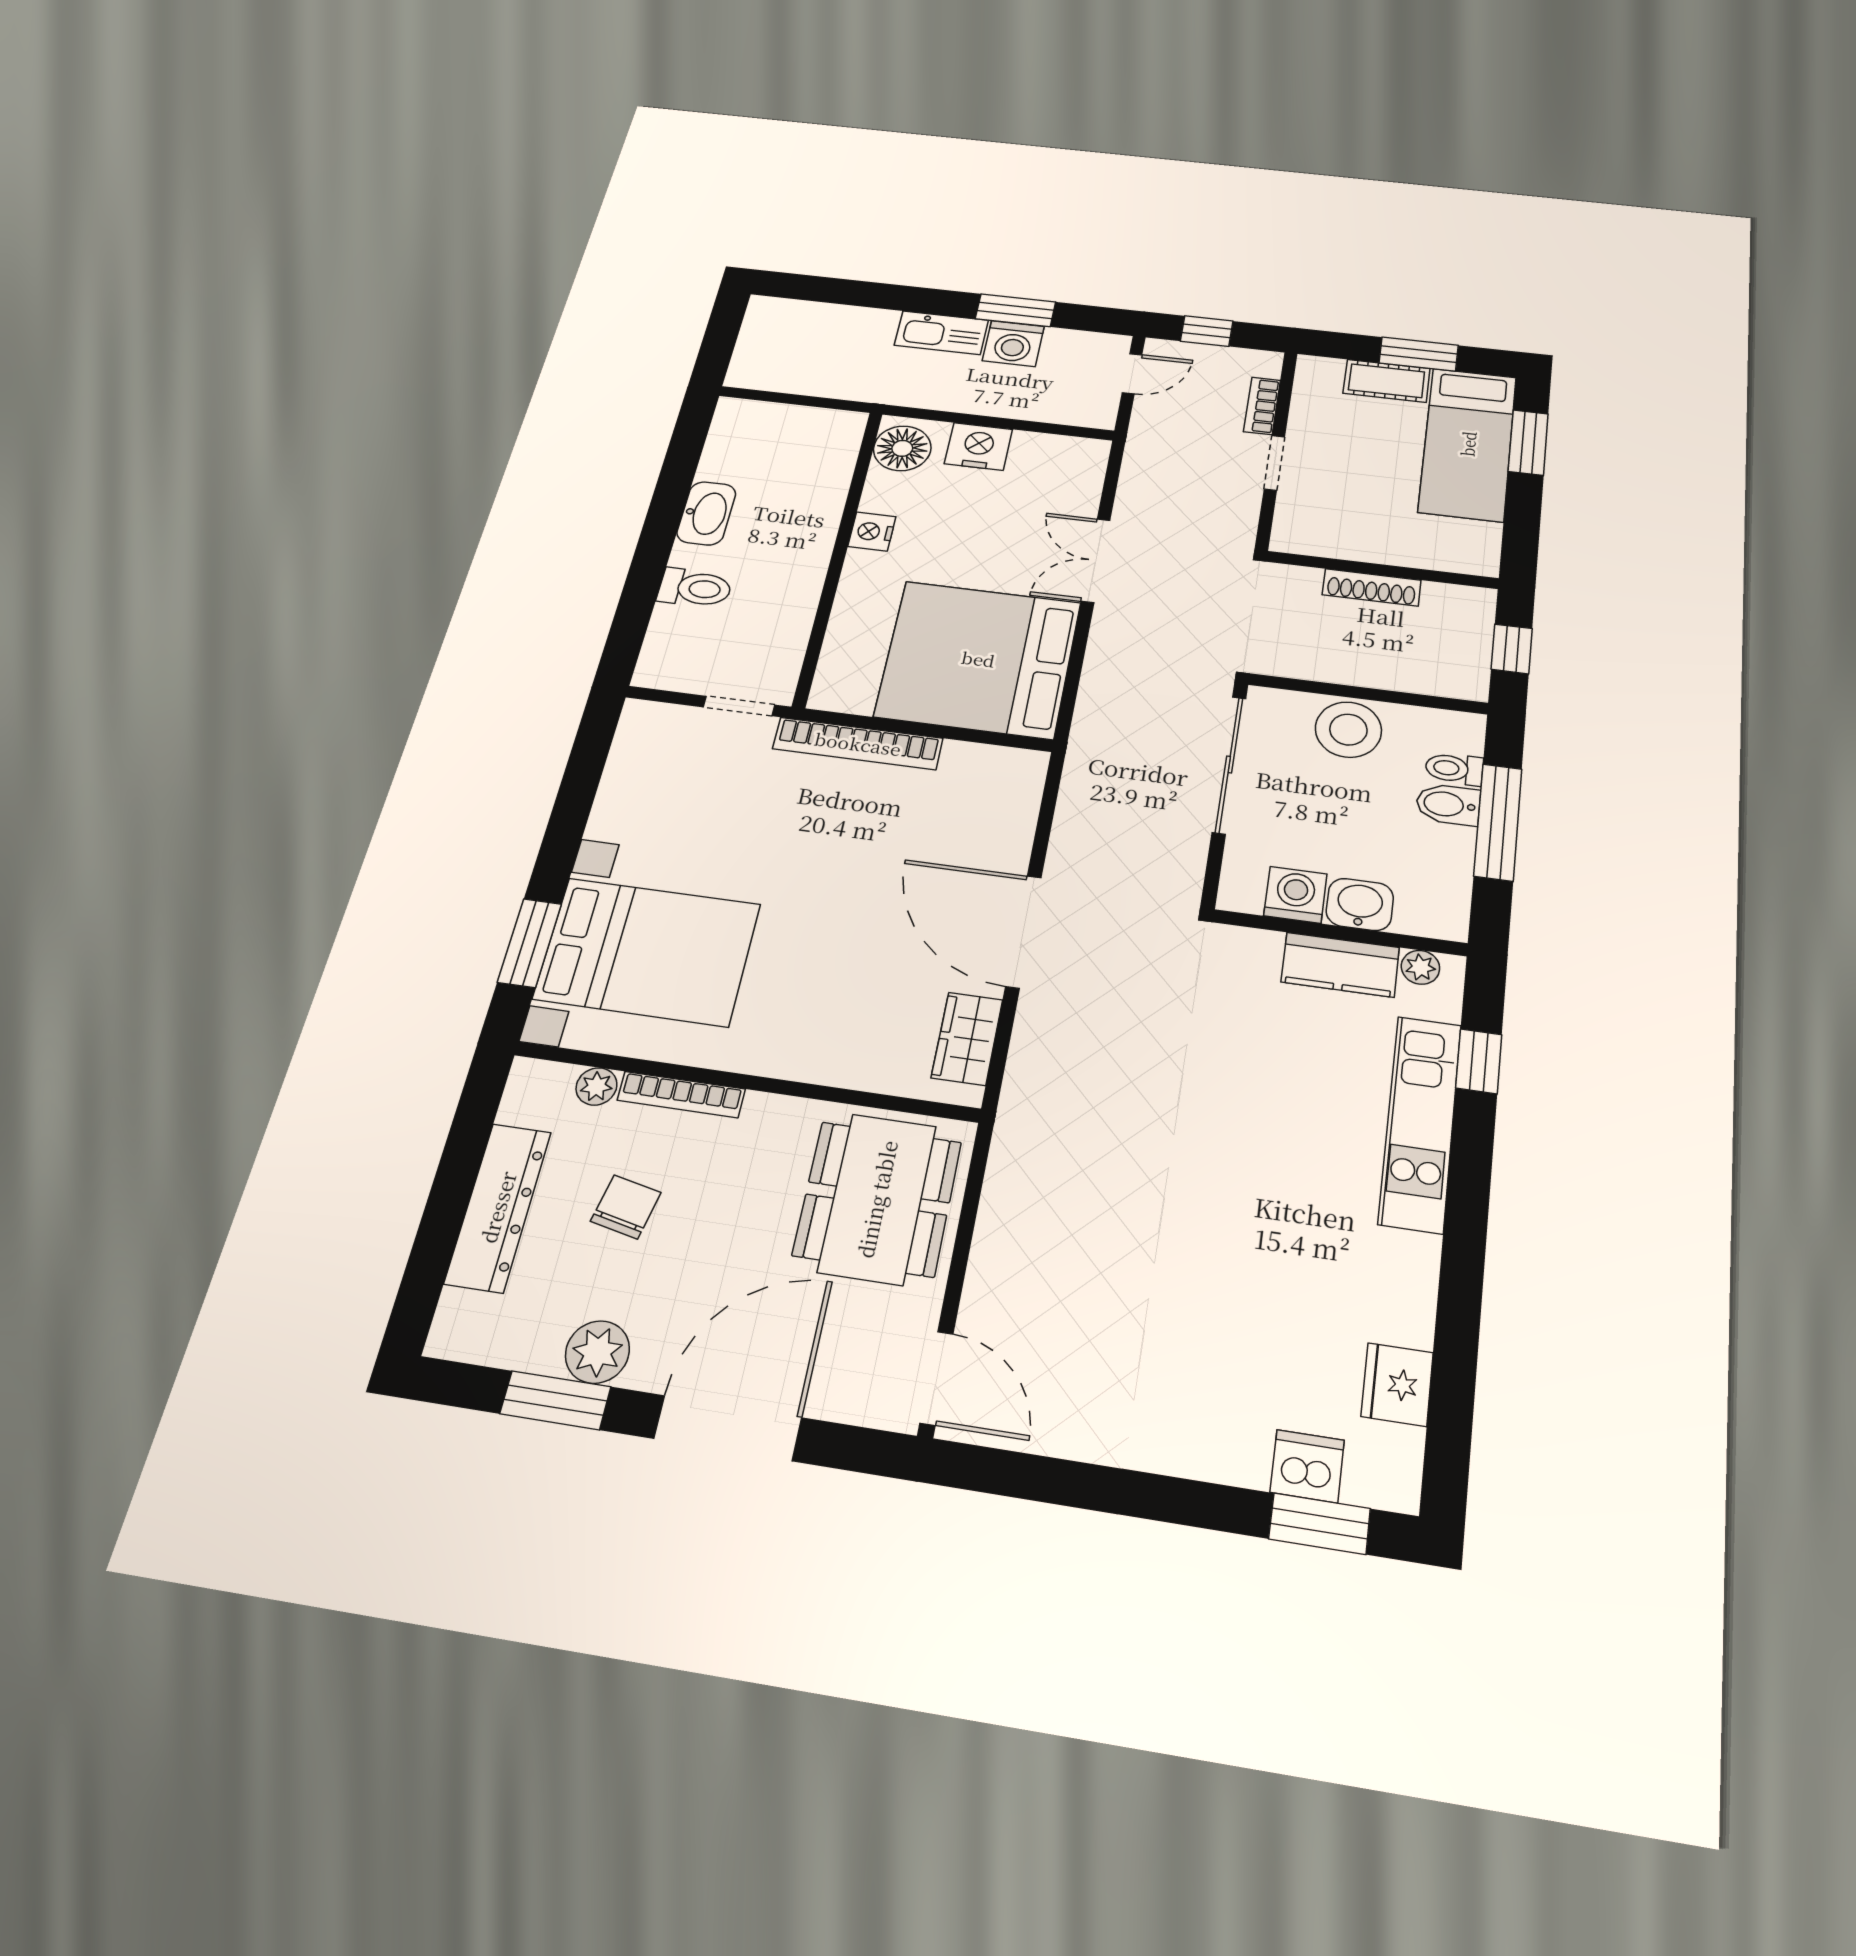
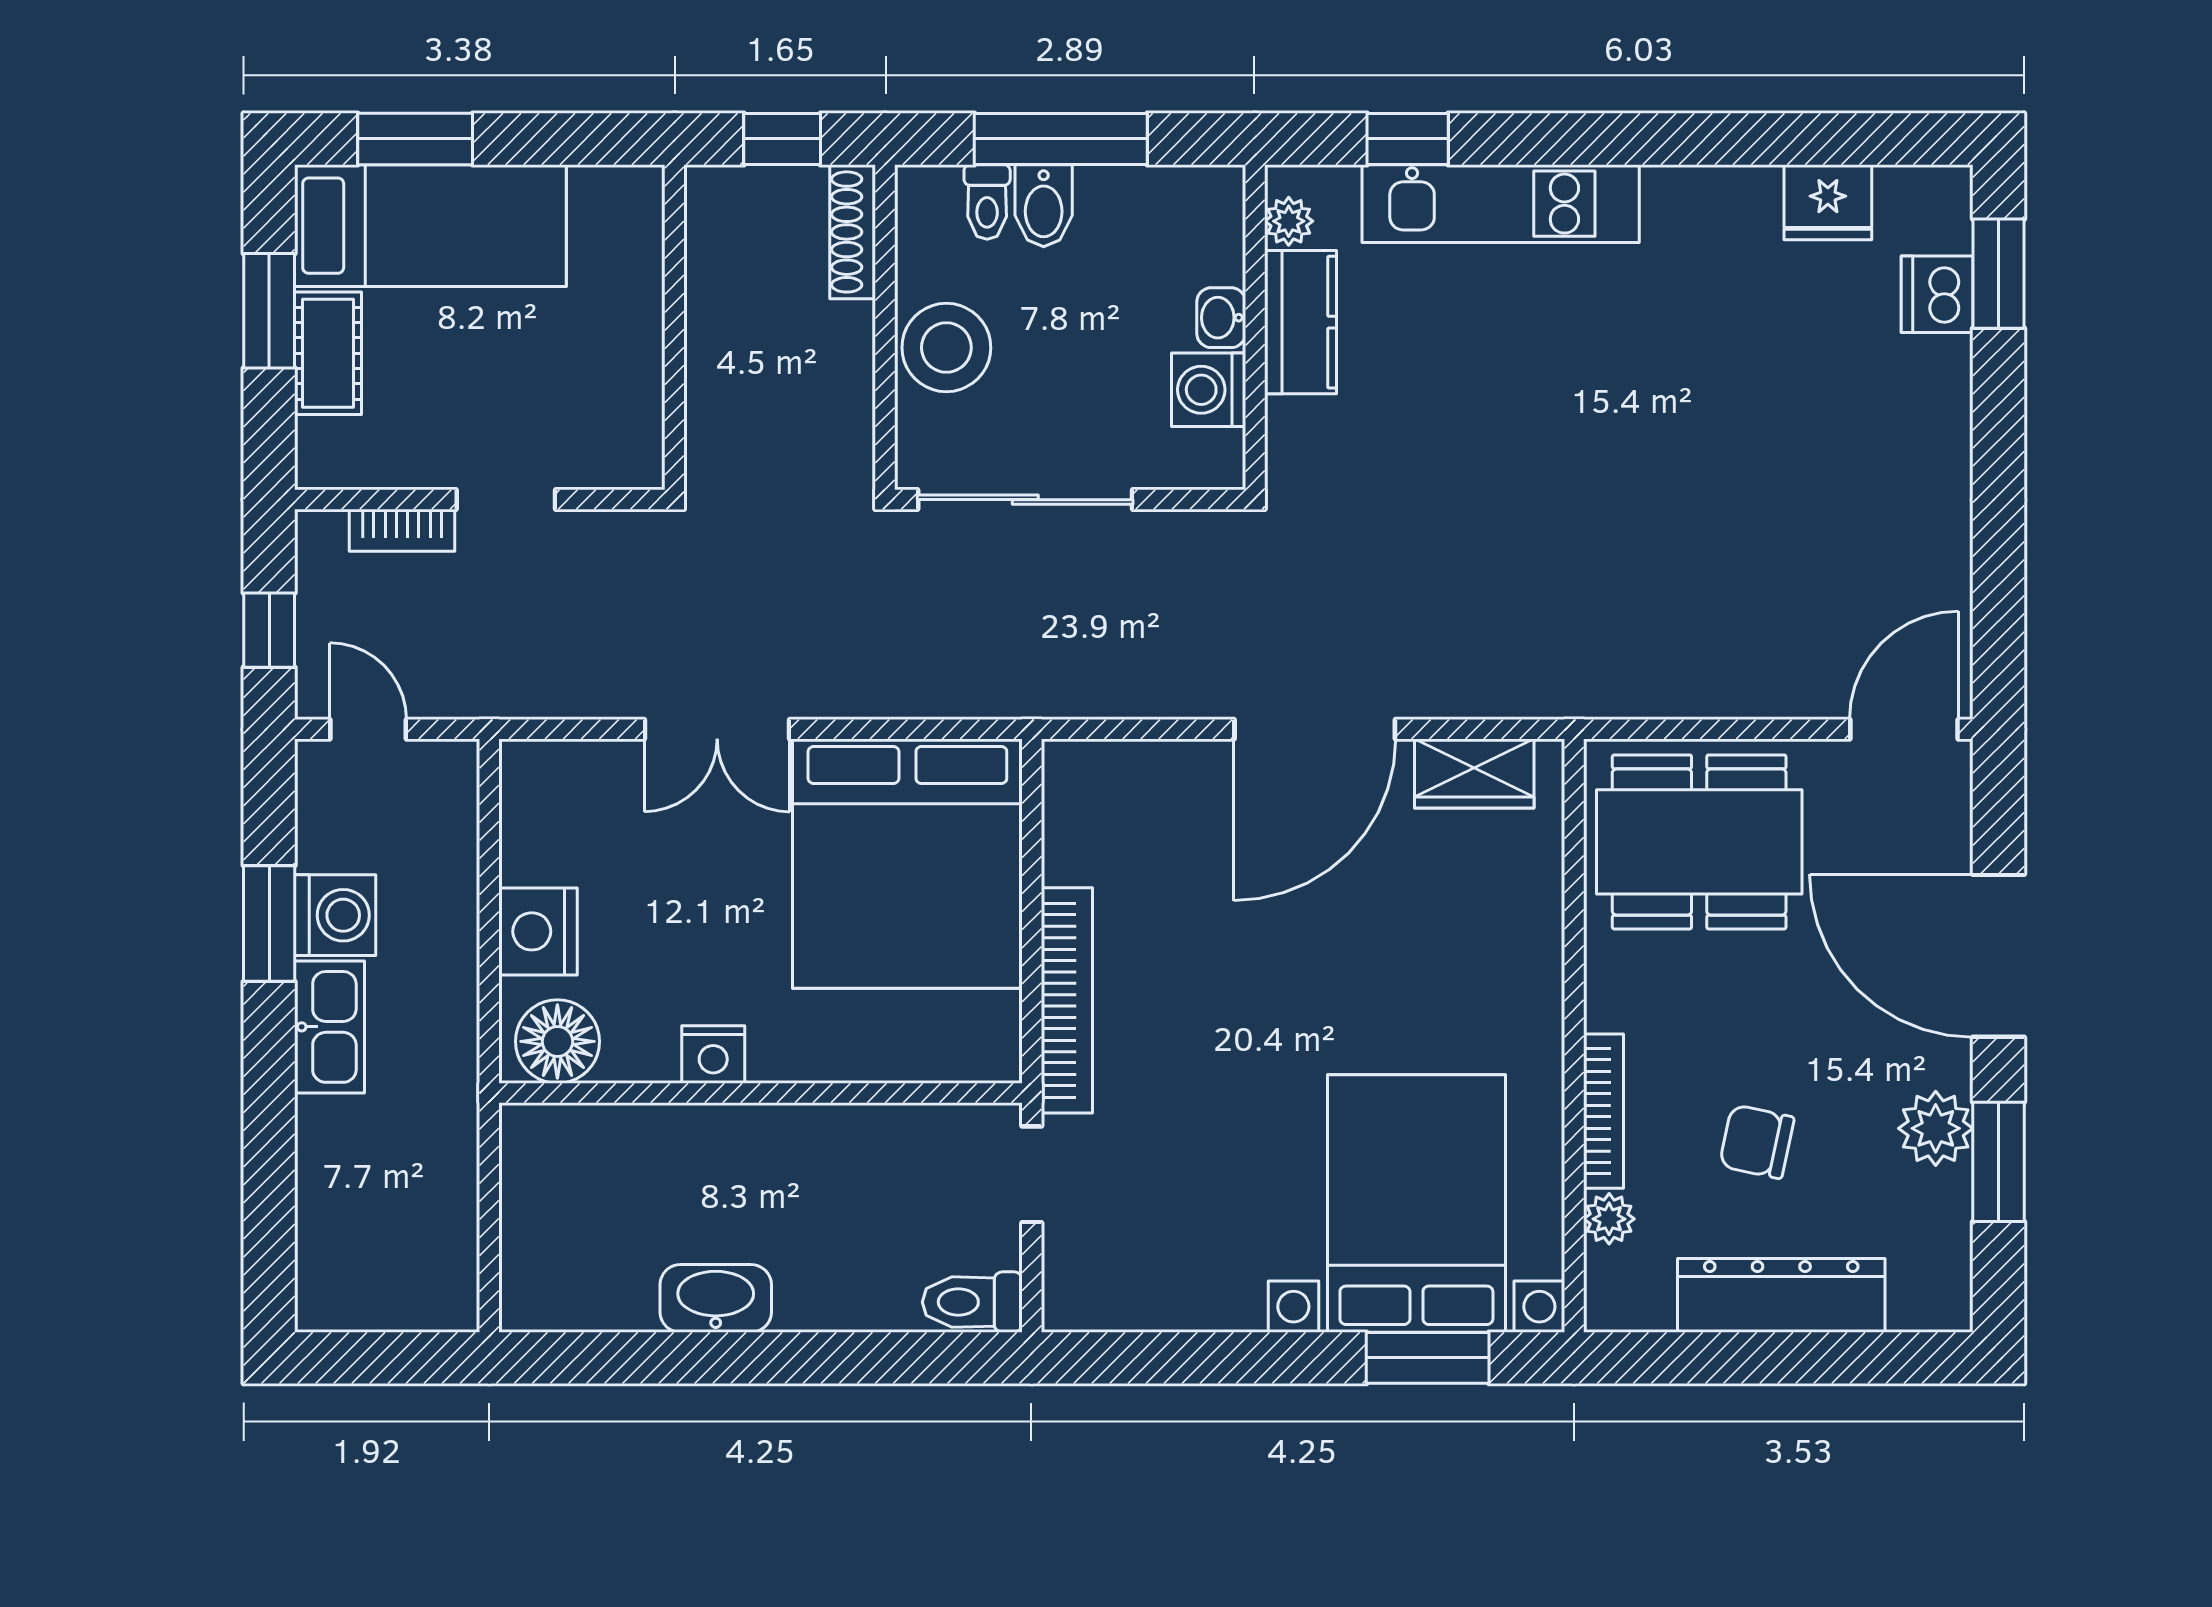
shoe rack: (1372, 587) -> (853, 232), moved, turned 180
toilet: (695, 588) -> (972, 1302), moved, turned -90
washbasin: (1360, 904) -> (1221, 318), width x0.72, depth x0.69

